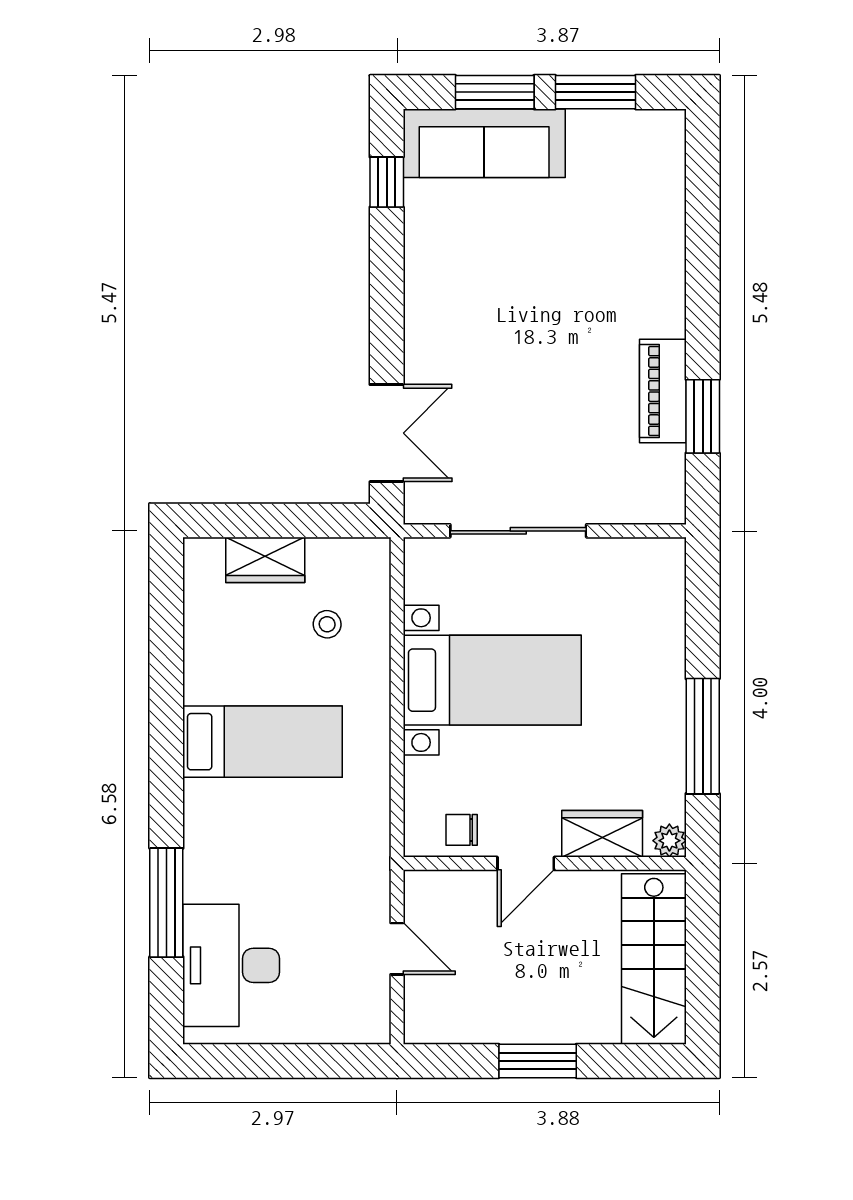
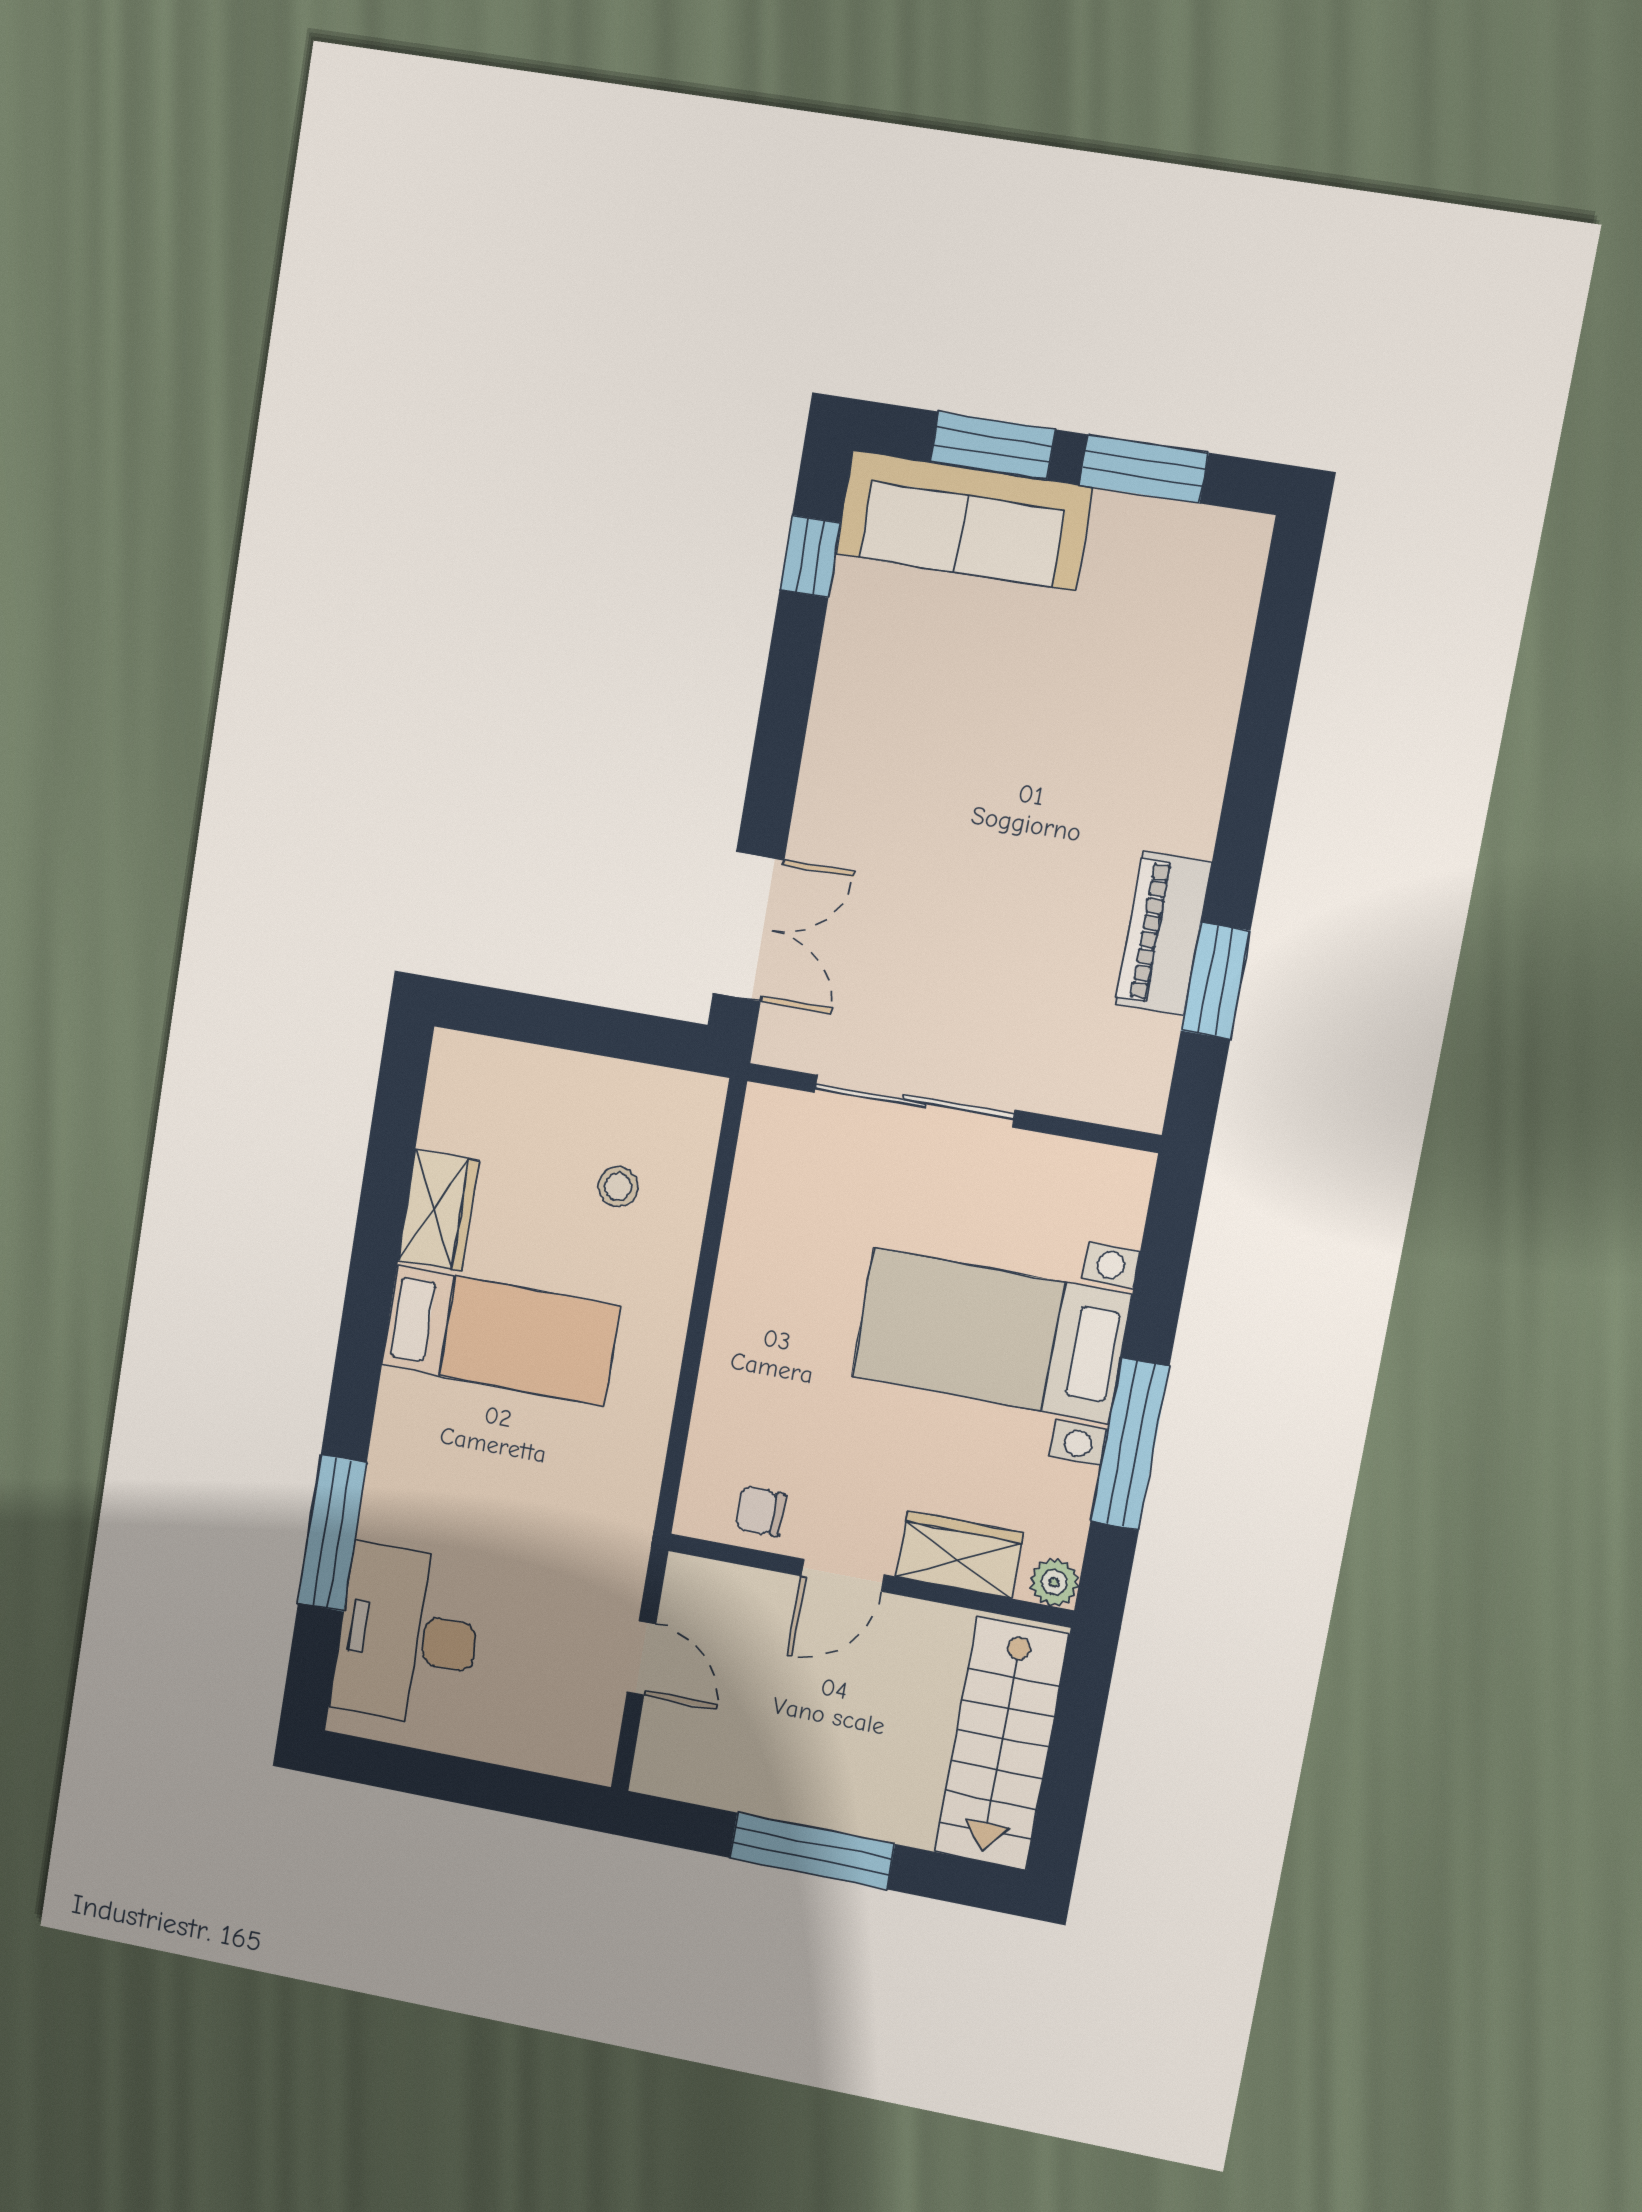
wardrobe: (265, 560) -> (438, 1211), moved, turned -90
bed with nightstands: (492, 680) -> (991, 1336), moved, turned 180
window: (538, 1061) -> (812, 1851), width x1.44

